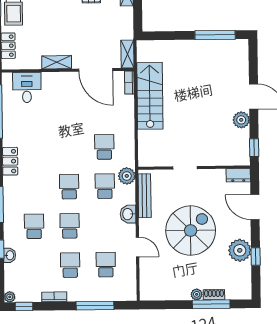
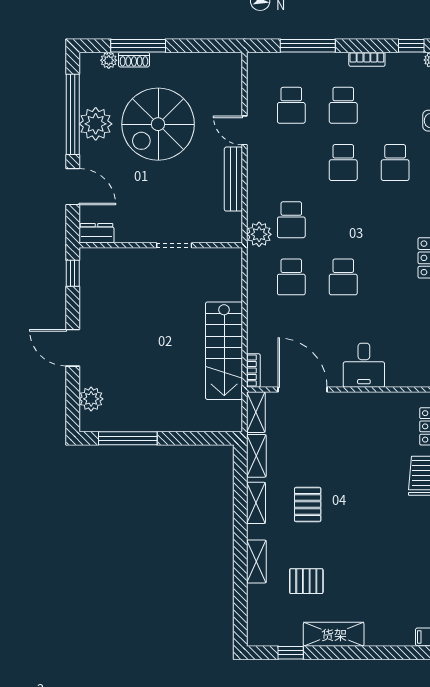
shelving: (57, 62) -> (256, 456), moved, turned 90
desk: (27, 87) -> (364, 365), moved
plant: (241, 120) -> (91, 399), moved
school desk: (69, 187) -> (343, 277), moved
bench: (145, 196) -> (233, 179), moved
washbasin: (128, 214) -> (258, 179), removed
spiral stairs: (191, 231) -> (158, 124), moved
window: (256, 257) -> (73, 114), width x3.17
plant: (197, 294) -> (109, 60), moved

